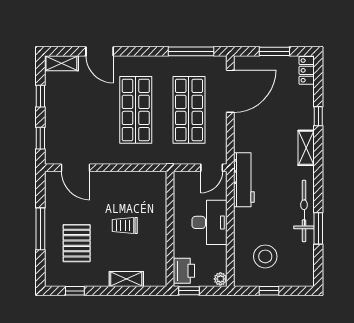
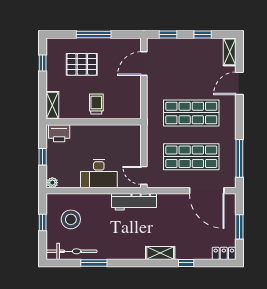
bicycle: (304, 211) -> (71, 251), moved
wall: (170, 229) -> (94, 122), moved
printer: (184, 271) -> (59, 133), moved

